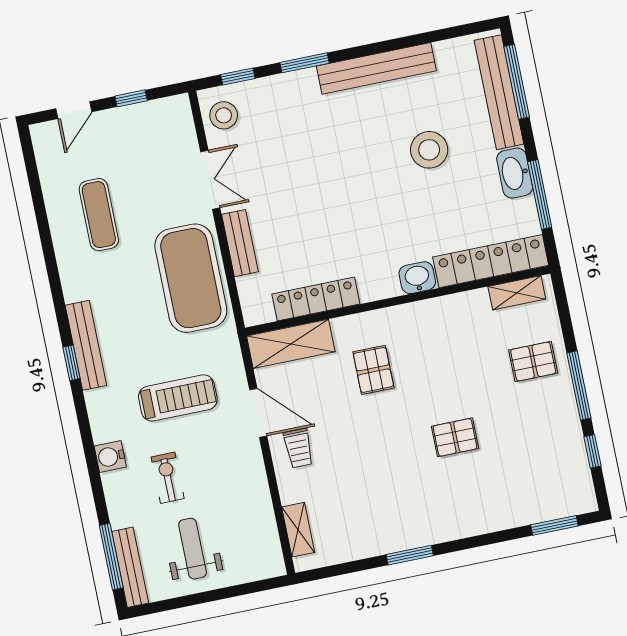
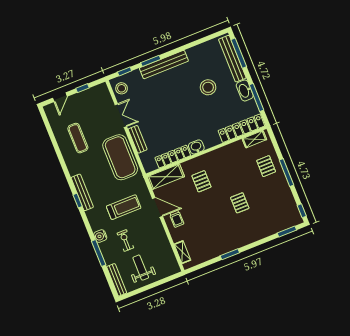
bench: (376, 68) -> (164, 65), moved
washbasin: (417, 278) -> (196, 147), moved
pallet: (533, 361) -> (266, 166), turned 90
pallet: (455, 437) -> (240, 203), turned 90
window: (592, 451) -> (302, 211), moved
window: (111, 557) -> (99, 253), moved

